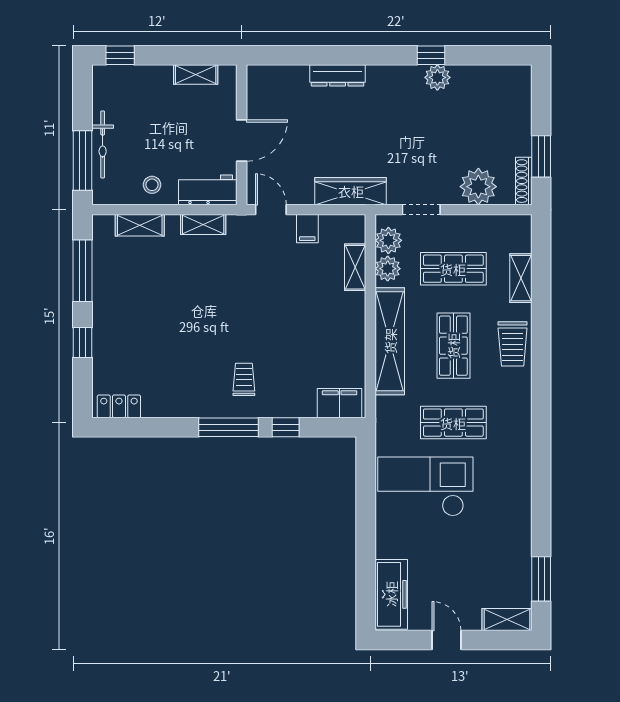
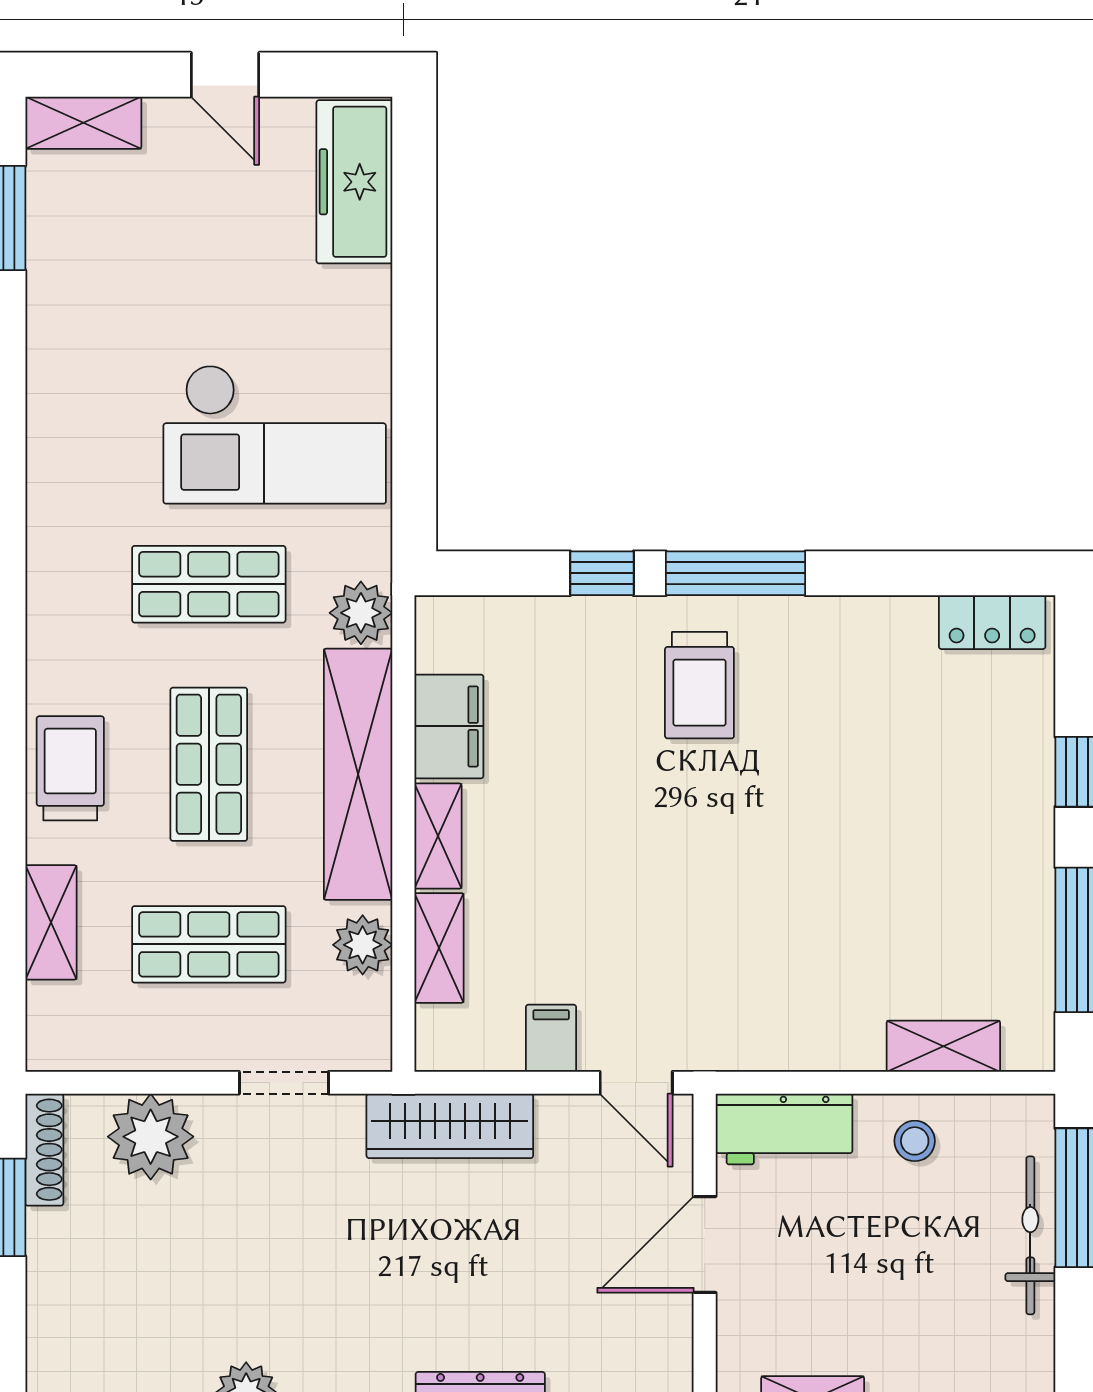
shelving: (203, 224) -> (438, 836), moved, turned 90
plant: (388, 240) -> (361, 613), moved
trolley: (244, 379) -> (699, 685), width x1.36, depth x1.39
filing cabinet: (340, 403) -> (449, 726), moved, turned -90

